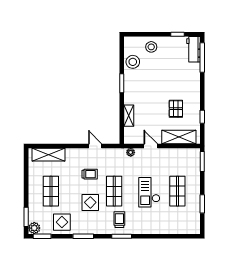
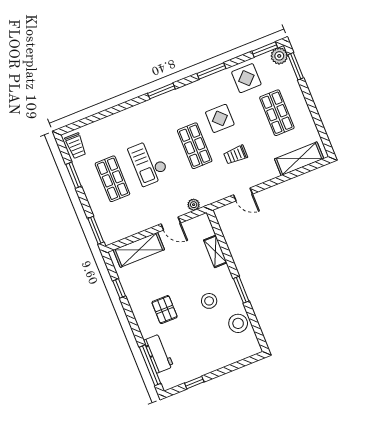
stool: (151, 47) -> (209, 301), moved
workbench: (193, 49) -> (159, 353), moved
pallet: (176, 109) -> (165, 310), moved
checkout: (149, 192) -> (148, 163), turned 180
trolley: (119, 220) -> (76, 146), moved

